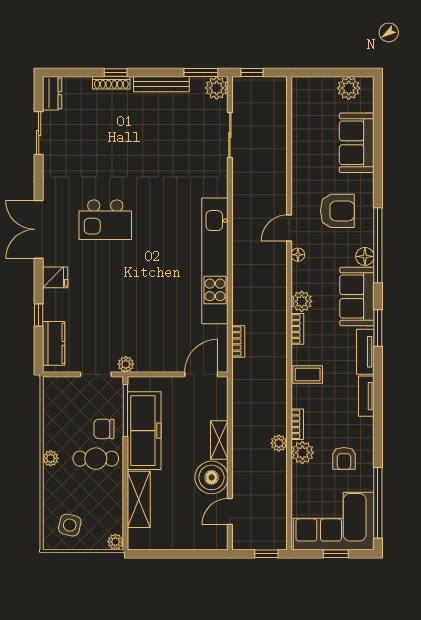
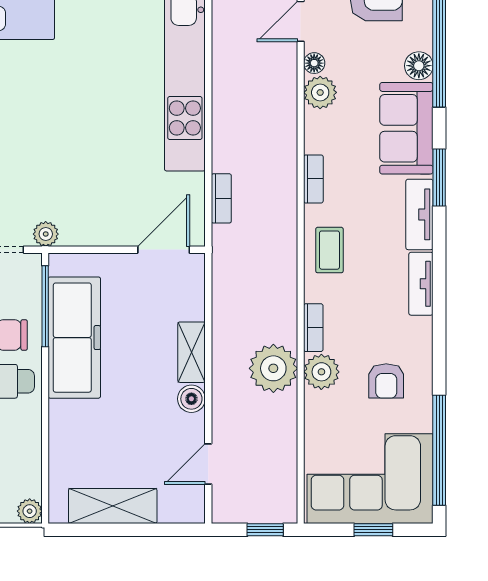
plant: (302, 301) -> (320, 92), moved
coffee table: (308, 375) -> (329, 250), turned 90
plant: (279, 443) -> (273, 368), width x1.88, depth x1.88
boiler: (212, 477) -> (191, 399), width x0.54, depth x0.54
shelving: (139, 499) -> (113, 506), moved, turned 90

